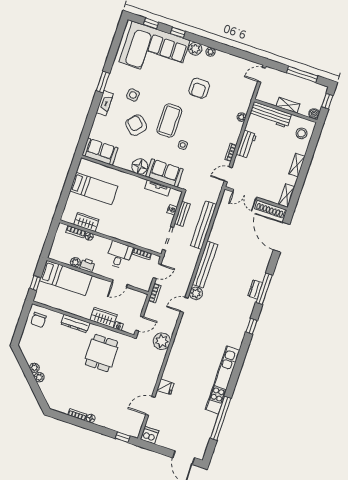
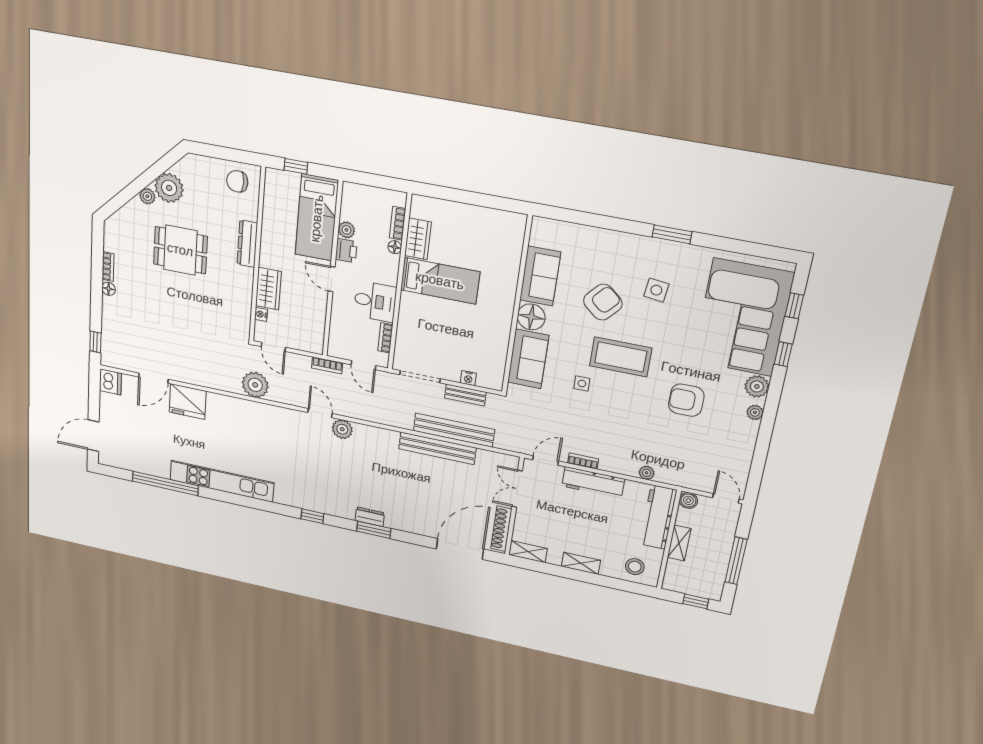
fireplace: (105, 103) -> (633, 243), removed
boiler: (314, 114) -> (688, 500), moved
workbench: (246, 144) -> (593, 483), width x1.38
sofa: (100, 152) -> (540, 276), moved
door: (228, 174) -> (546, 460), hinge flipped
tv unit: (158, 188) -> (500, 351), removed
bed: (94, 189) -> (440, 281), moved, turned -90
bench: (205, 264) -> (437, 448), moved
door: (120, 283) -> (332, 279), moved
window: (264, 289) -> (374, 530), width x0.69
dining table: (101, 353) -> (180, 250), moved
plant: (34, 368) -> (169, 188), width x1.87, depth x1.87
fridge: (165, 387) -> (188, 402), width x1.88, depth x1.34
door: (150, 406) -> (153, 378), swing flipped

